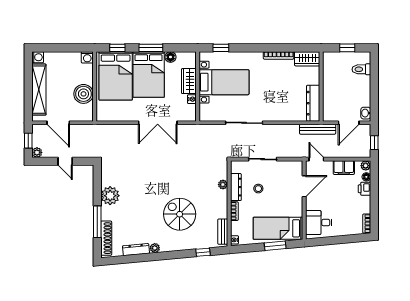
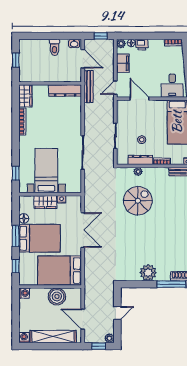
toilet: (361, 69) -> (54, 47), moved
bed: (116, 76) -> (60, 271), moved, turned 180
door: (58, 123) -> (83, 319), swing flipped
spiral stairs: (180, 214) -> (138, 201), moved, turned 180

